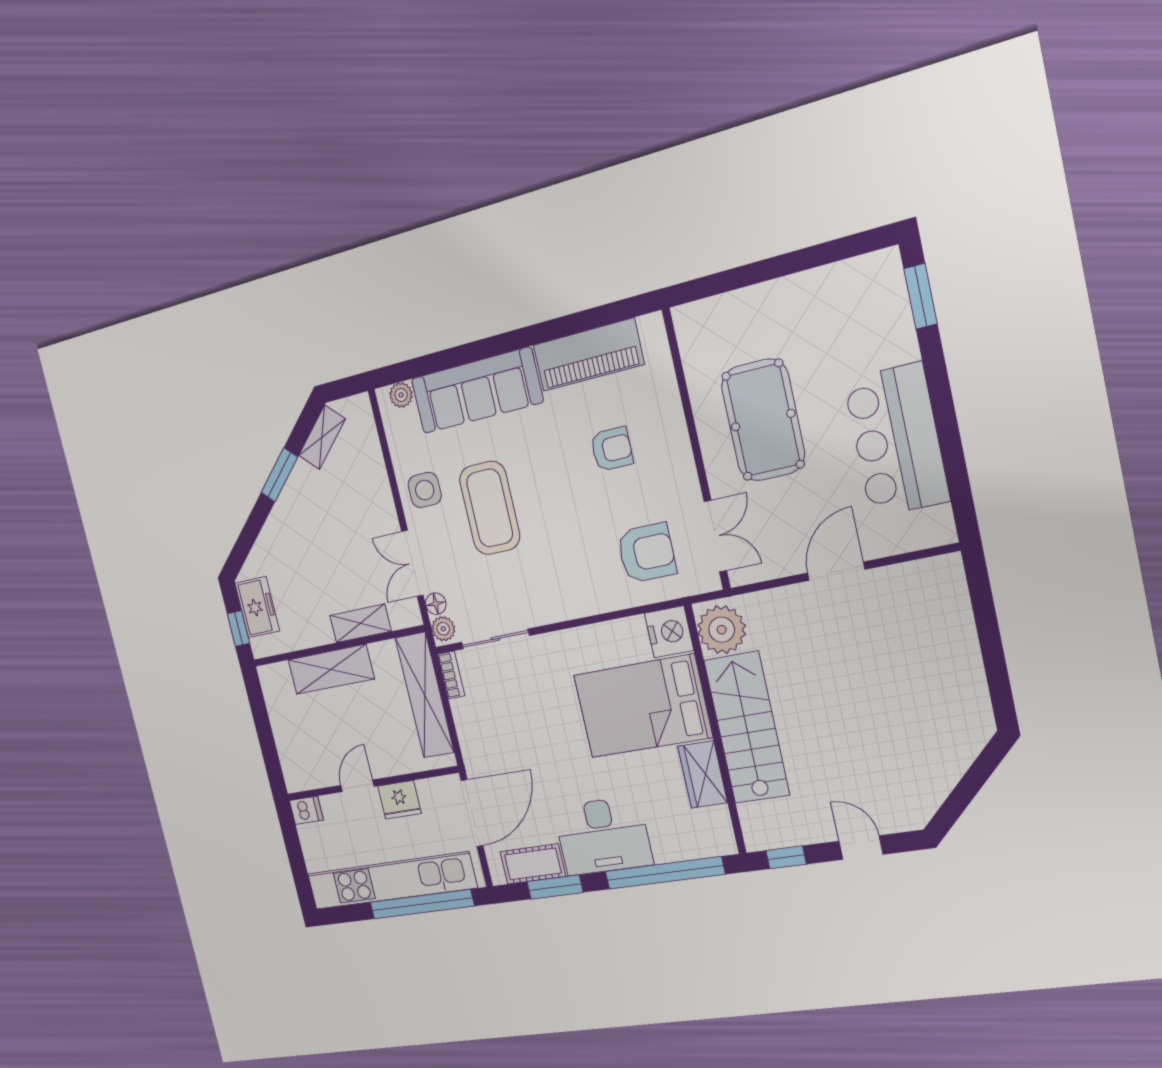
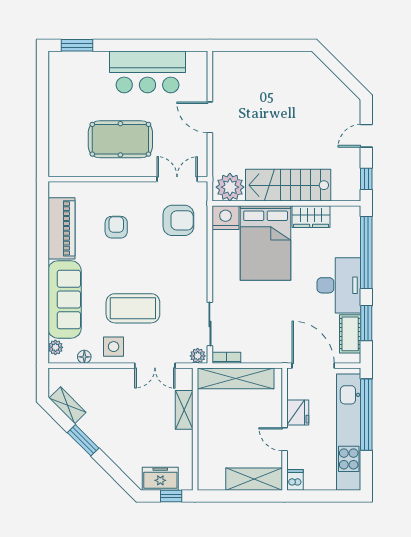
armchair: (647, 553) -> (178, 220), turned 90
floor lamp: (436, 604) -> (84, 357), moved
shelving: (331, 669) -> (254, 479), moved, turned 90

